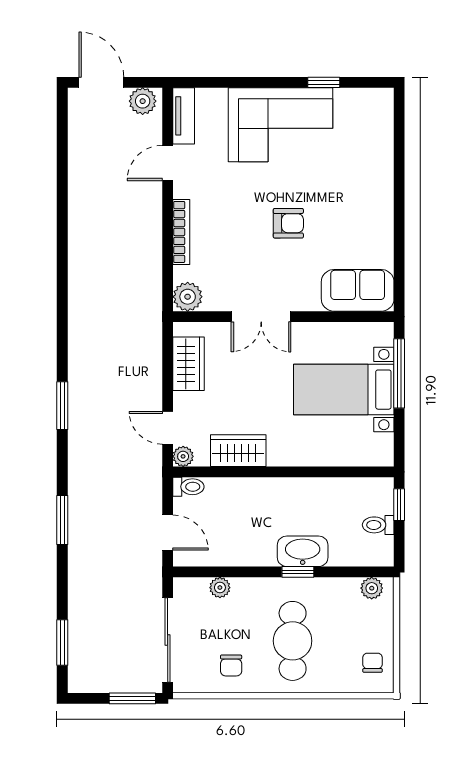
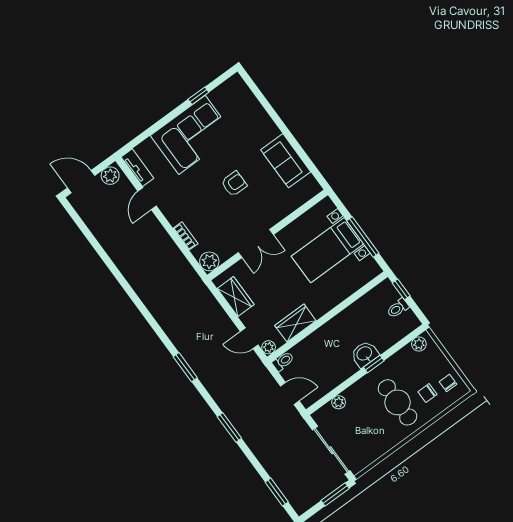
bookcase: (181, 232) -> (186, 236), width x0.64
sofa: (358, 290) -> (286, 161), moved, turned -90
window: (399, 373) -> (363, 237), moved
washbasin: (303, 551) -> (365, 354), width x0.72
chair: (231, 665) -> (427, 393), moved, turned 90

